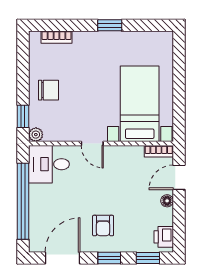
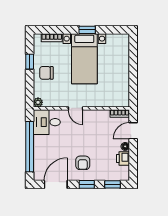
chair: (48, 90) -> (46, 73), turned 180
bed with nightstands: (140, 104) -> (84, 59), moved, turned 180
window: (23, 116) -> (30, 62), moved
printer: (164, 237) -> (123, 158), moved

